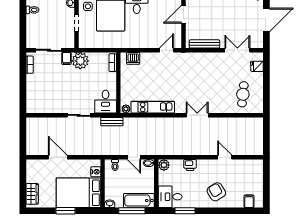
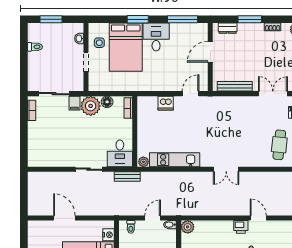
floor lamp: (95, 57) -> (107, 102), added
dishwasher: (133, 58) -> (166, 103), moved
double door: (197, 115) -> (226, 169), swing flipped
door: (134, 157) -> (153, 218), swing flipped
printer: (190, 165) -> (241, 227), moved

